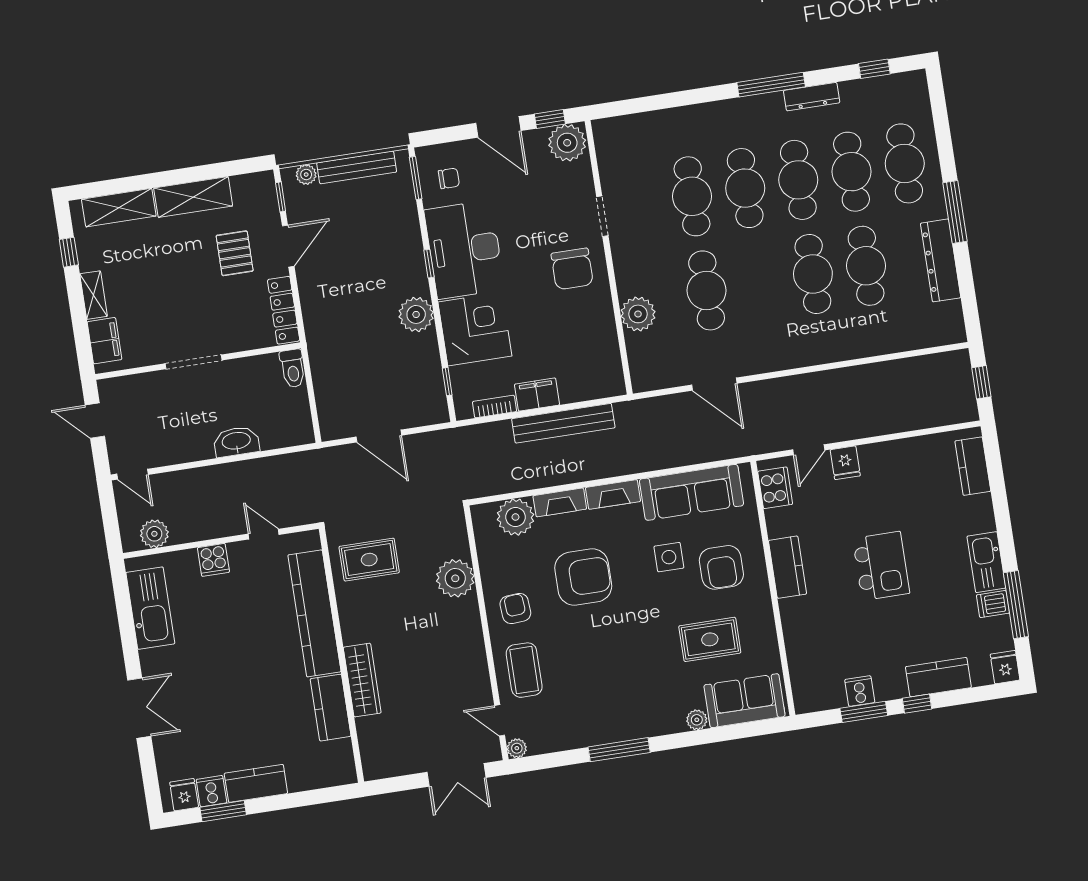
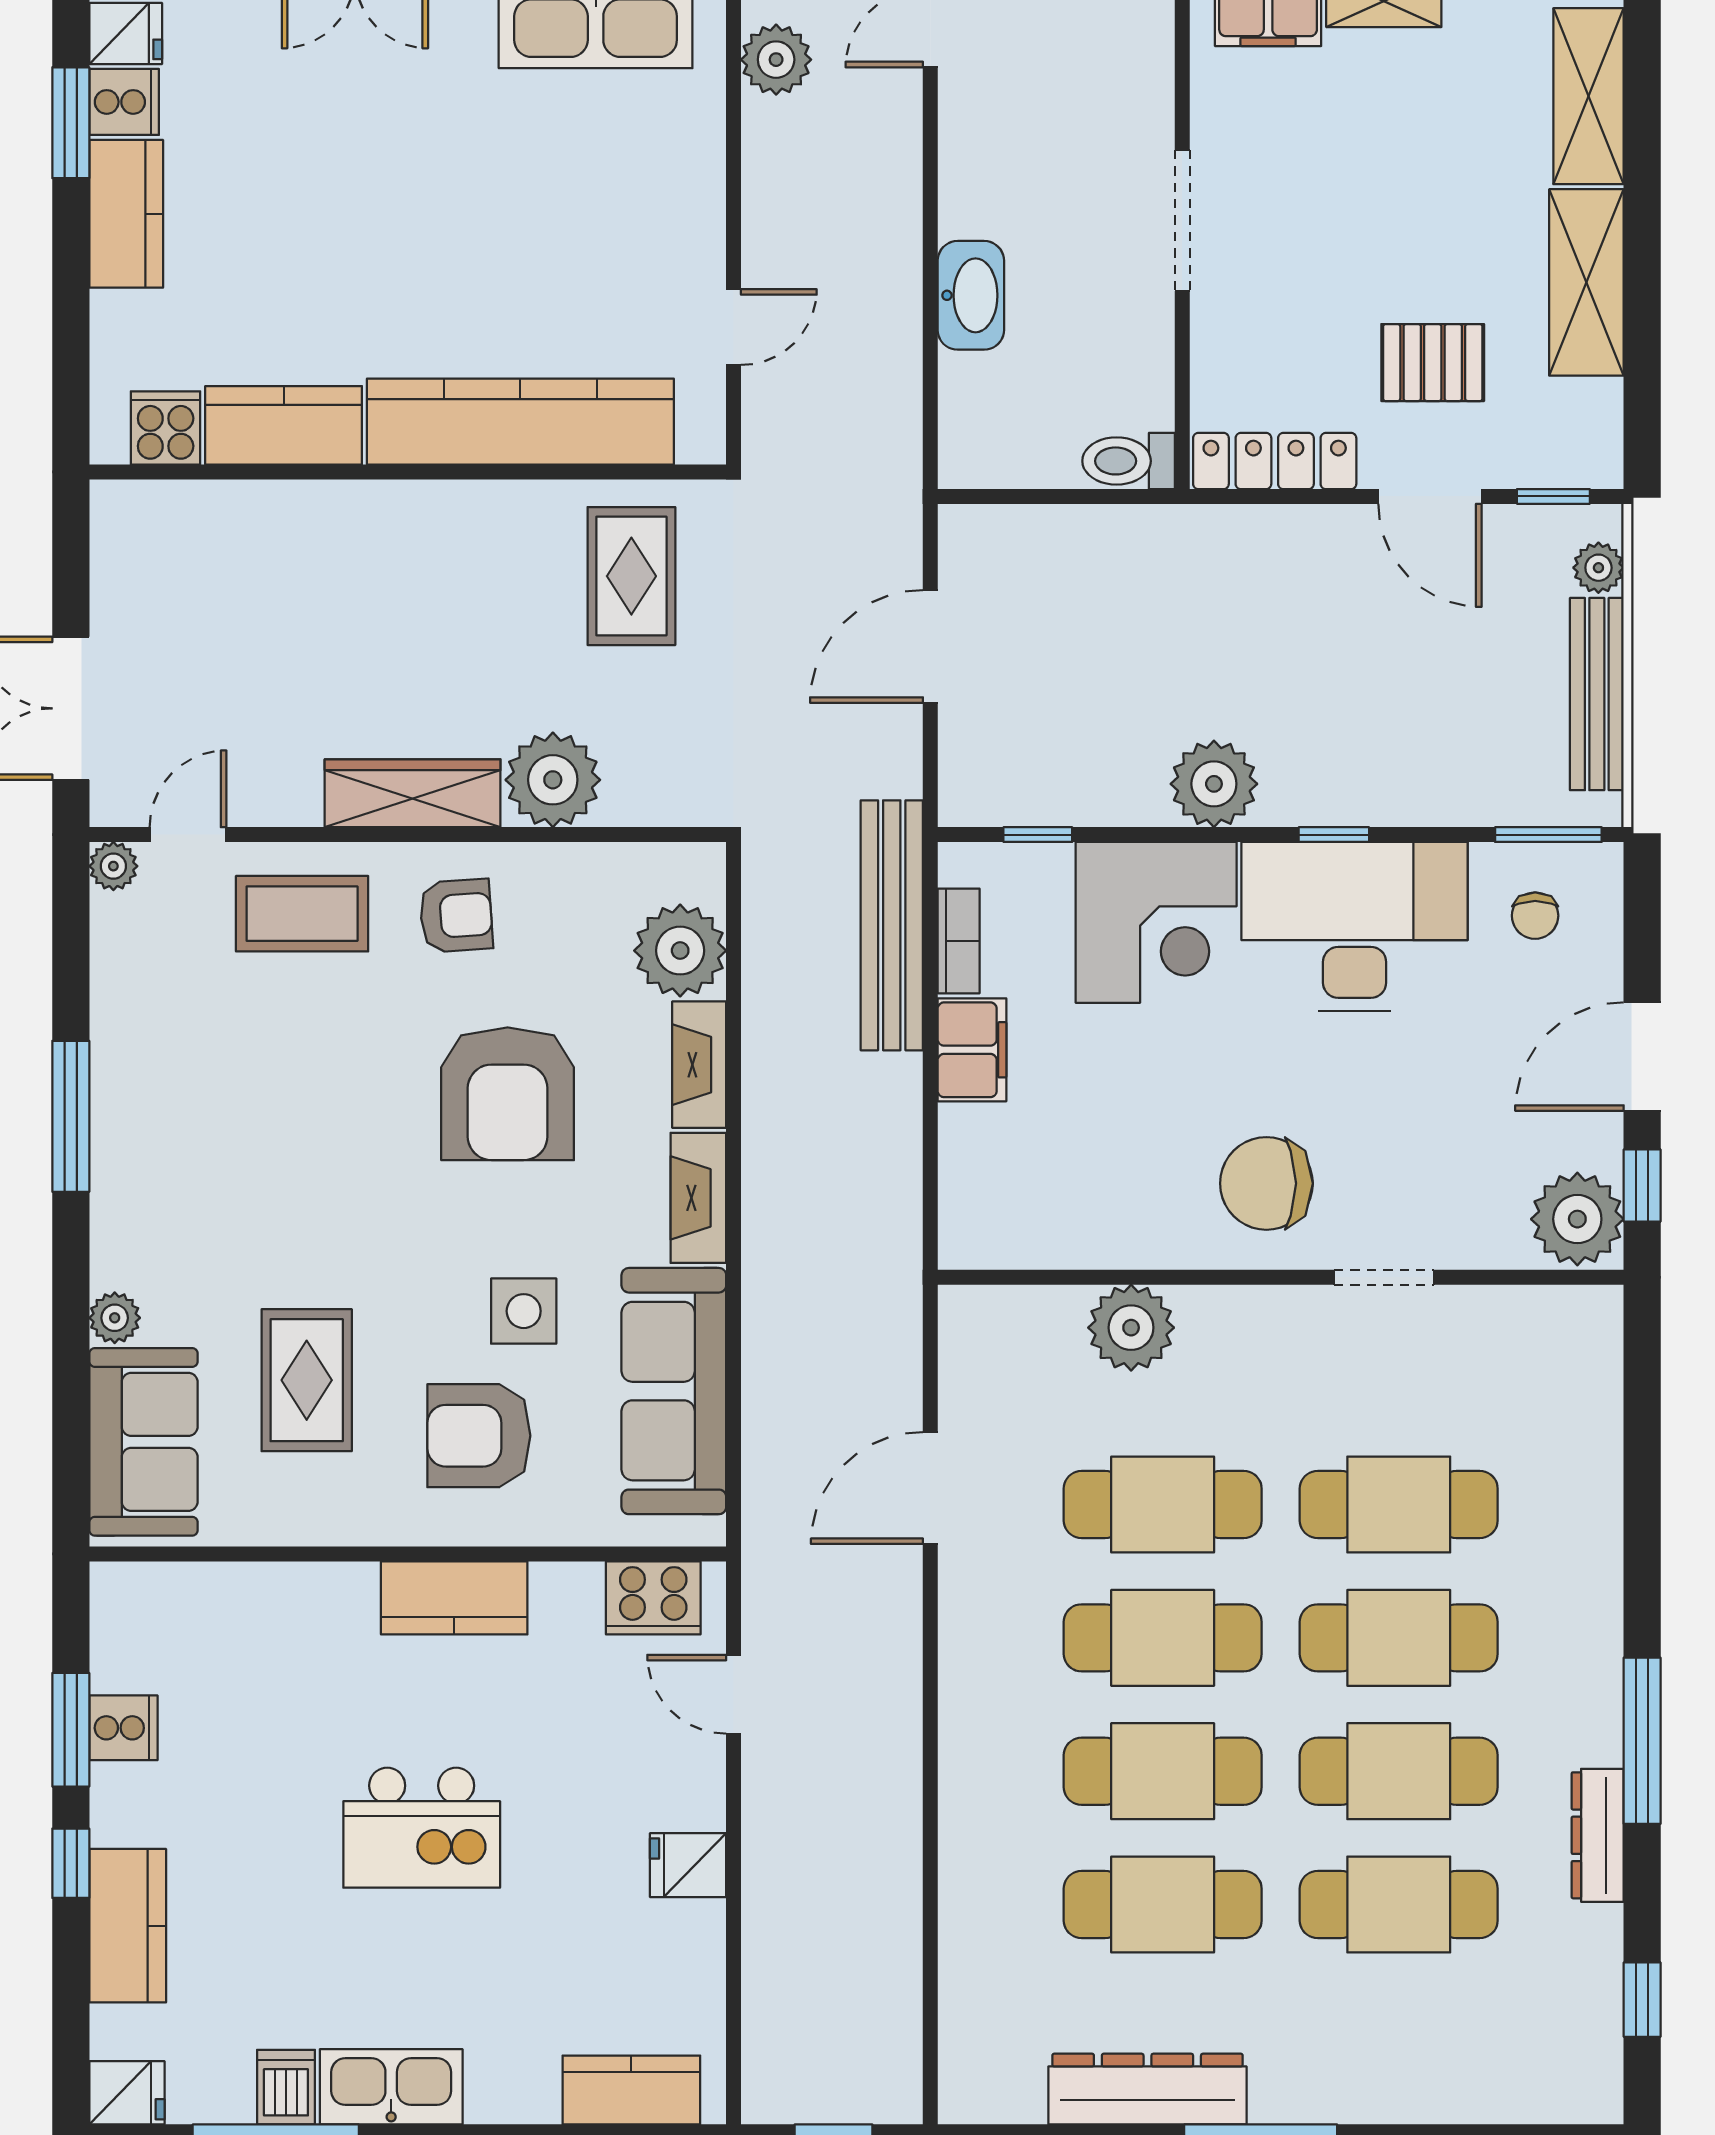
cafe table: (905, 163) -> (1163, 1638), moved
bench: (563, 423) -> (892, 925), moved
fridge: (845, 463) -> (688, 1865), moved
cooker: (213, 560) -> (166, 428), moved, turned 90
wardrobe: (362, 680) -> (413, 793), moved, turned 180

